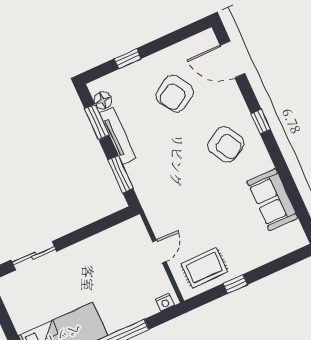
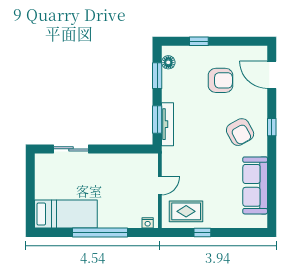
armchair: (175, 93) -> (221, 80), turned -148
tv unit: (118, 136) -> (167, 124), moved
sofa: (272, 200) -> (255, 185), width x1.36

